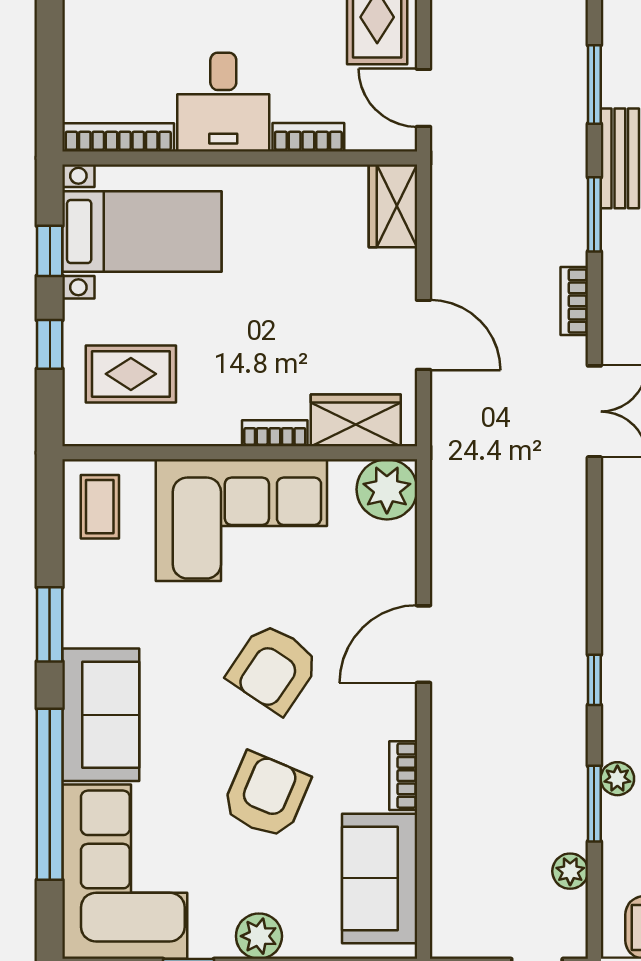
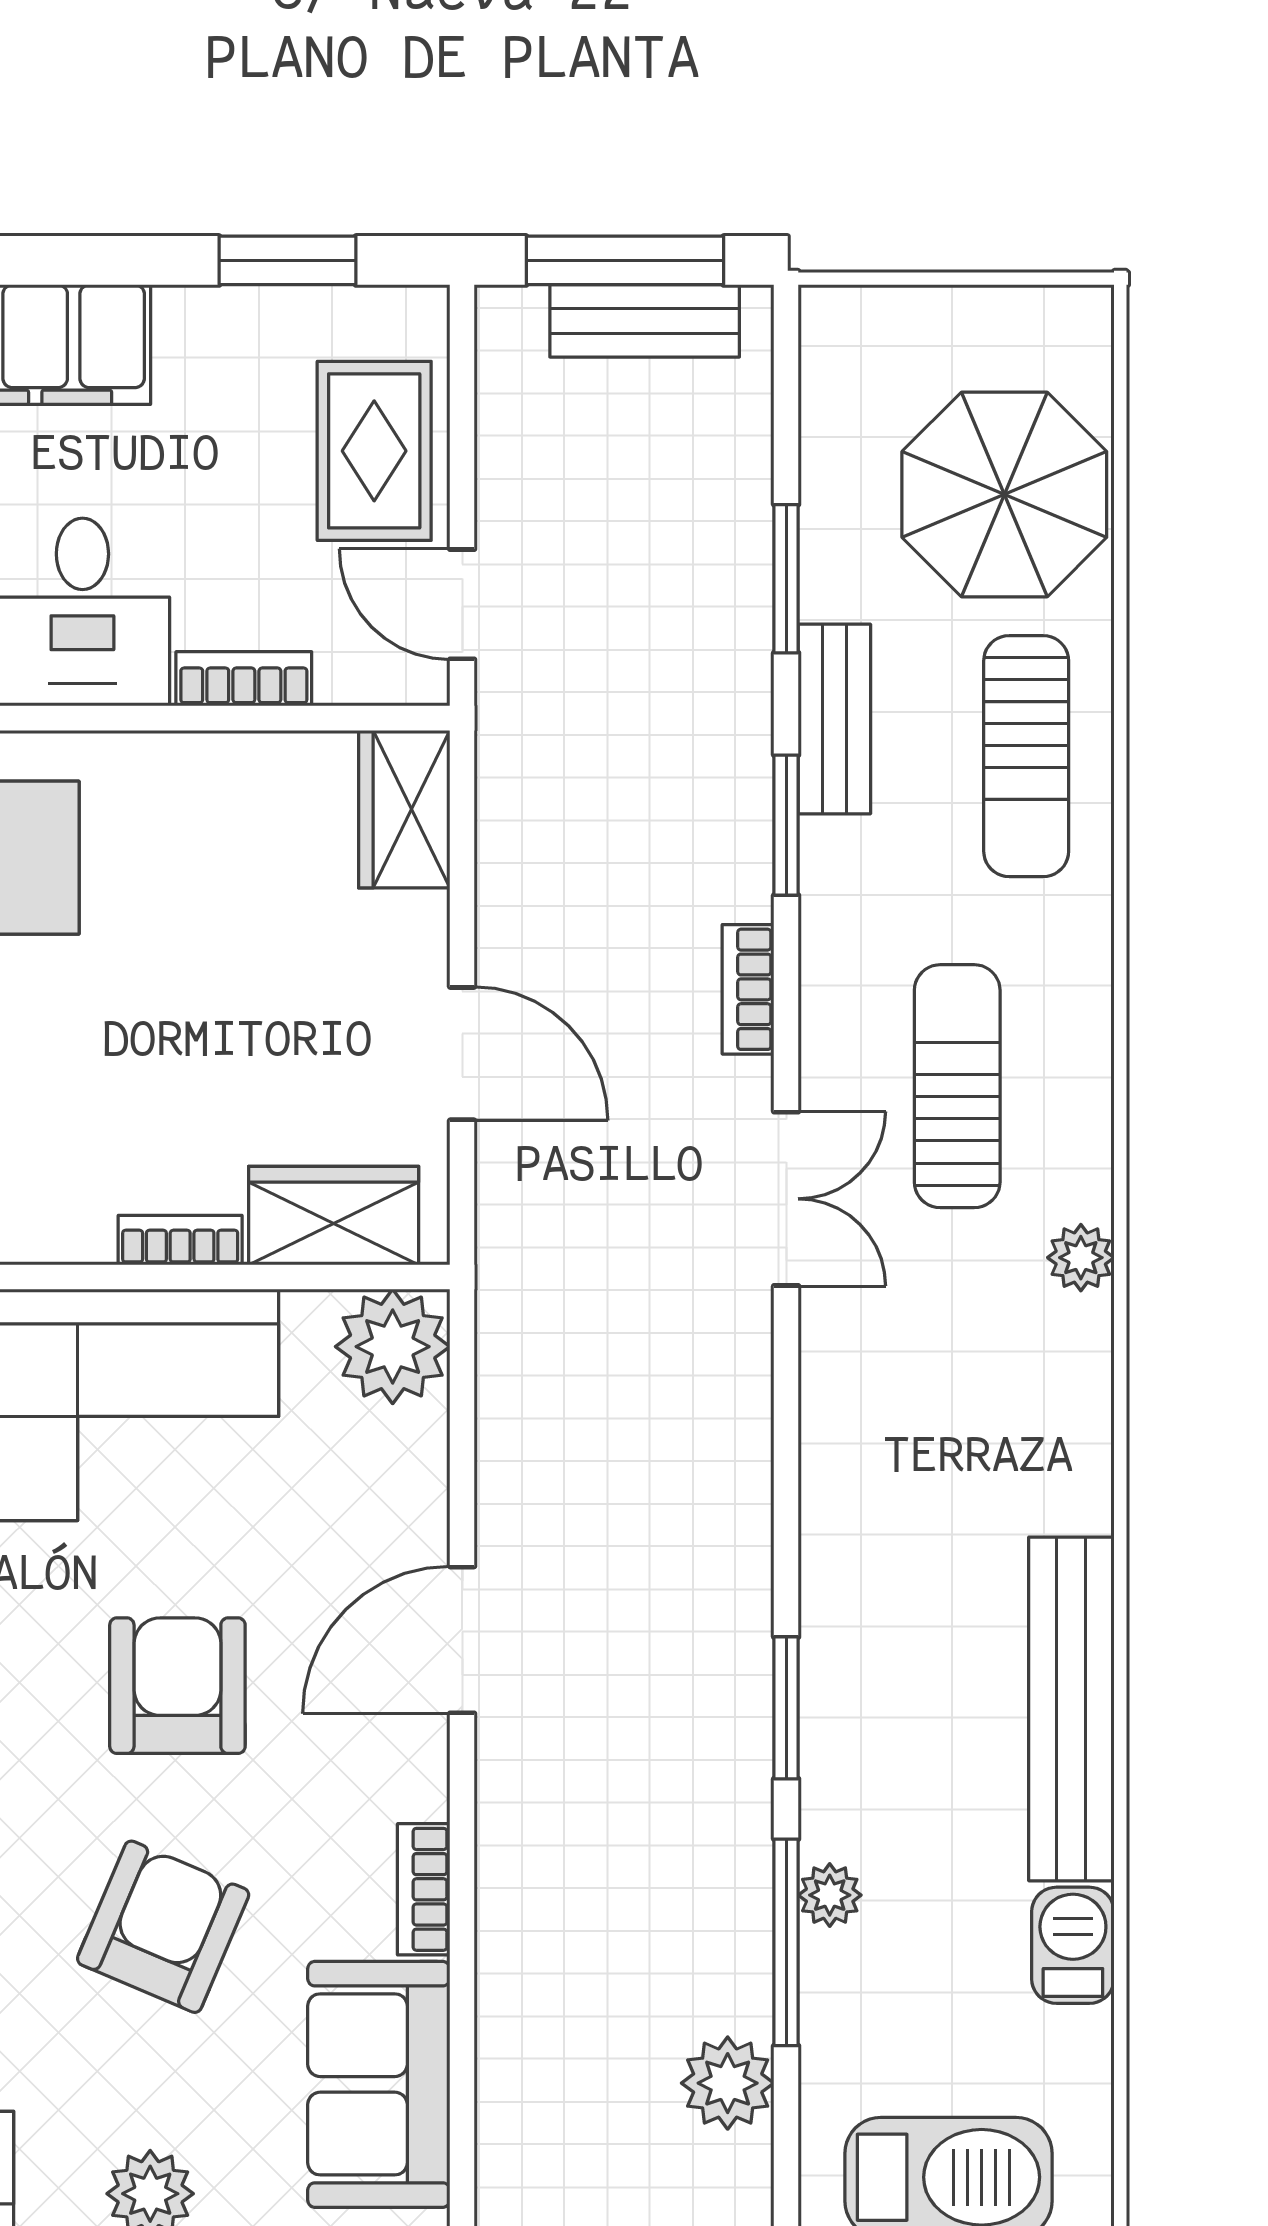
armchair: (273, 668) -> (177, 1686), turned 146
window: (594, 680) -> (786, 1708), width x1.50
window: (594, 804) -> (786, 1942), width x1.44
plant: (570, 871) -> (728, 2083), width x1.38, depth x1.38

